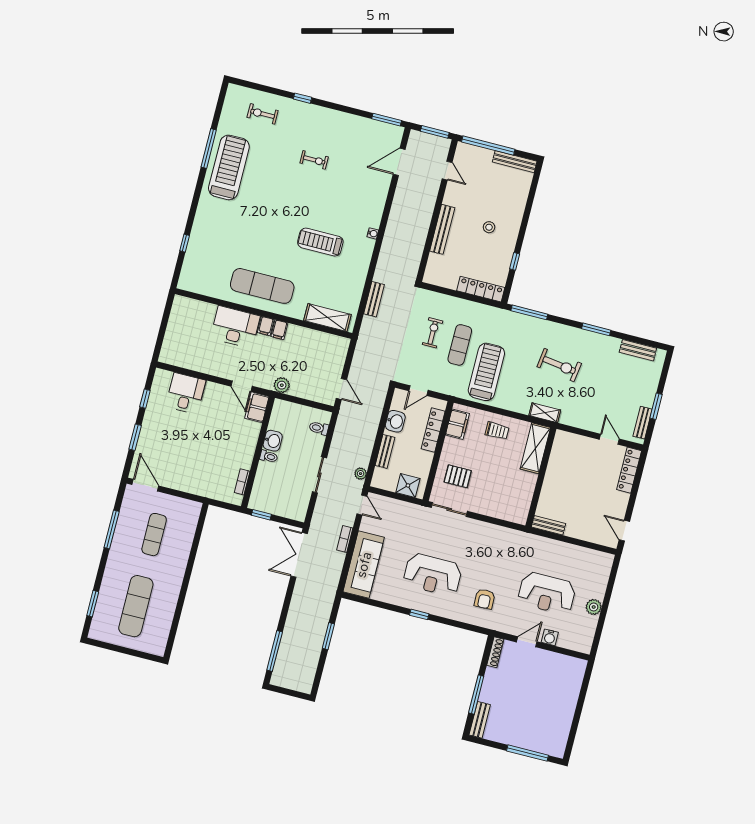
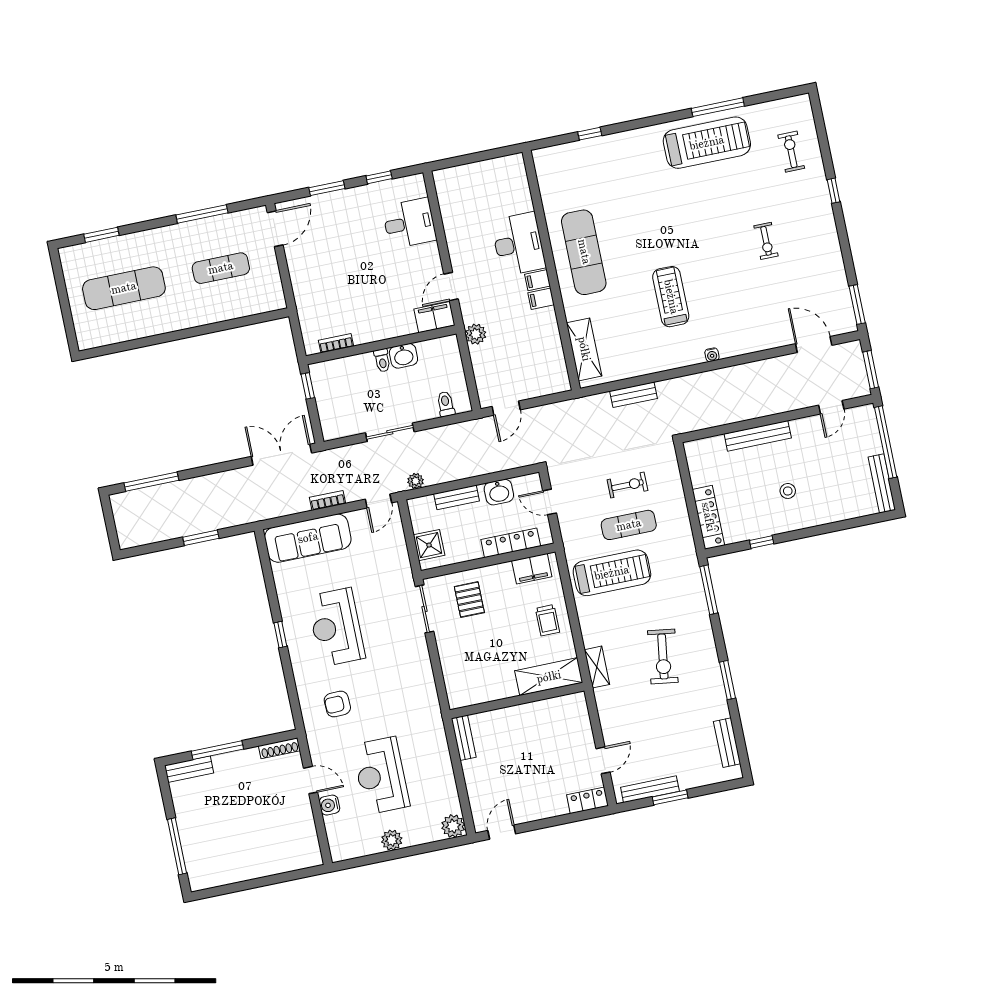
bench: (643, 423) -> (650, 789), width x1.36
locker: (629, 470) -> (587, 800), width x0.66
plant: (604, 561) -> (453, 826), added

